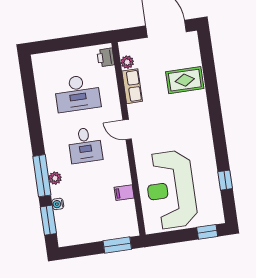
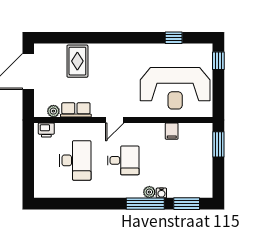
water cooler: (58, 204) -> (161, 193), moved

